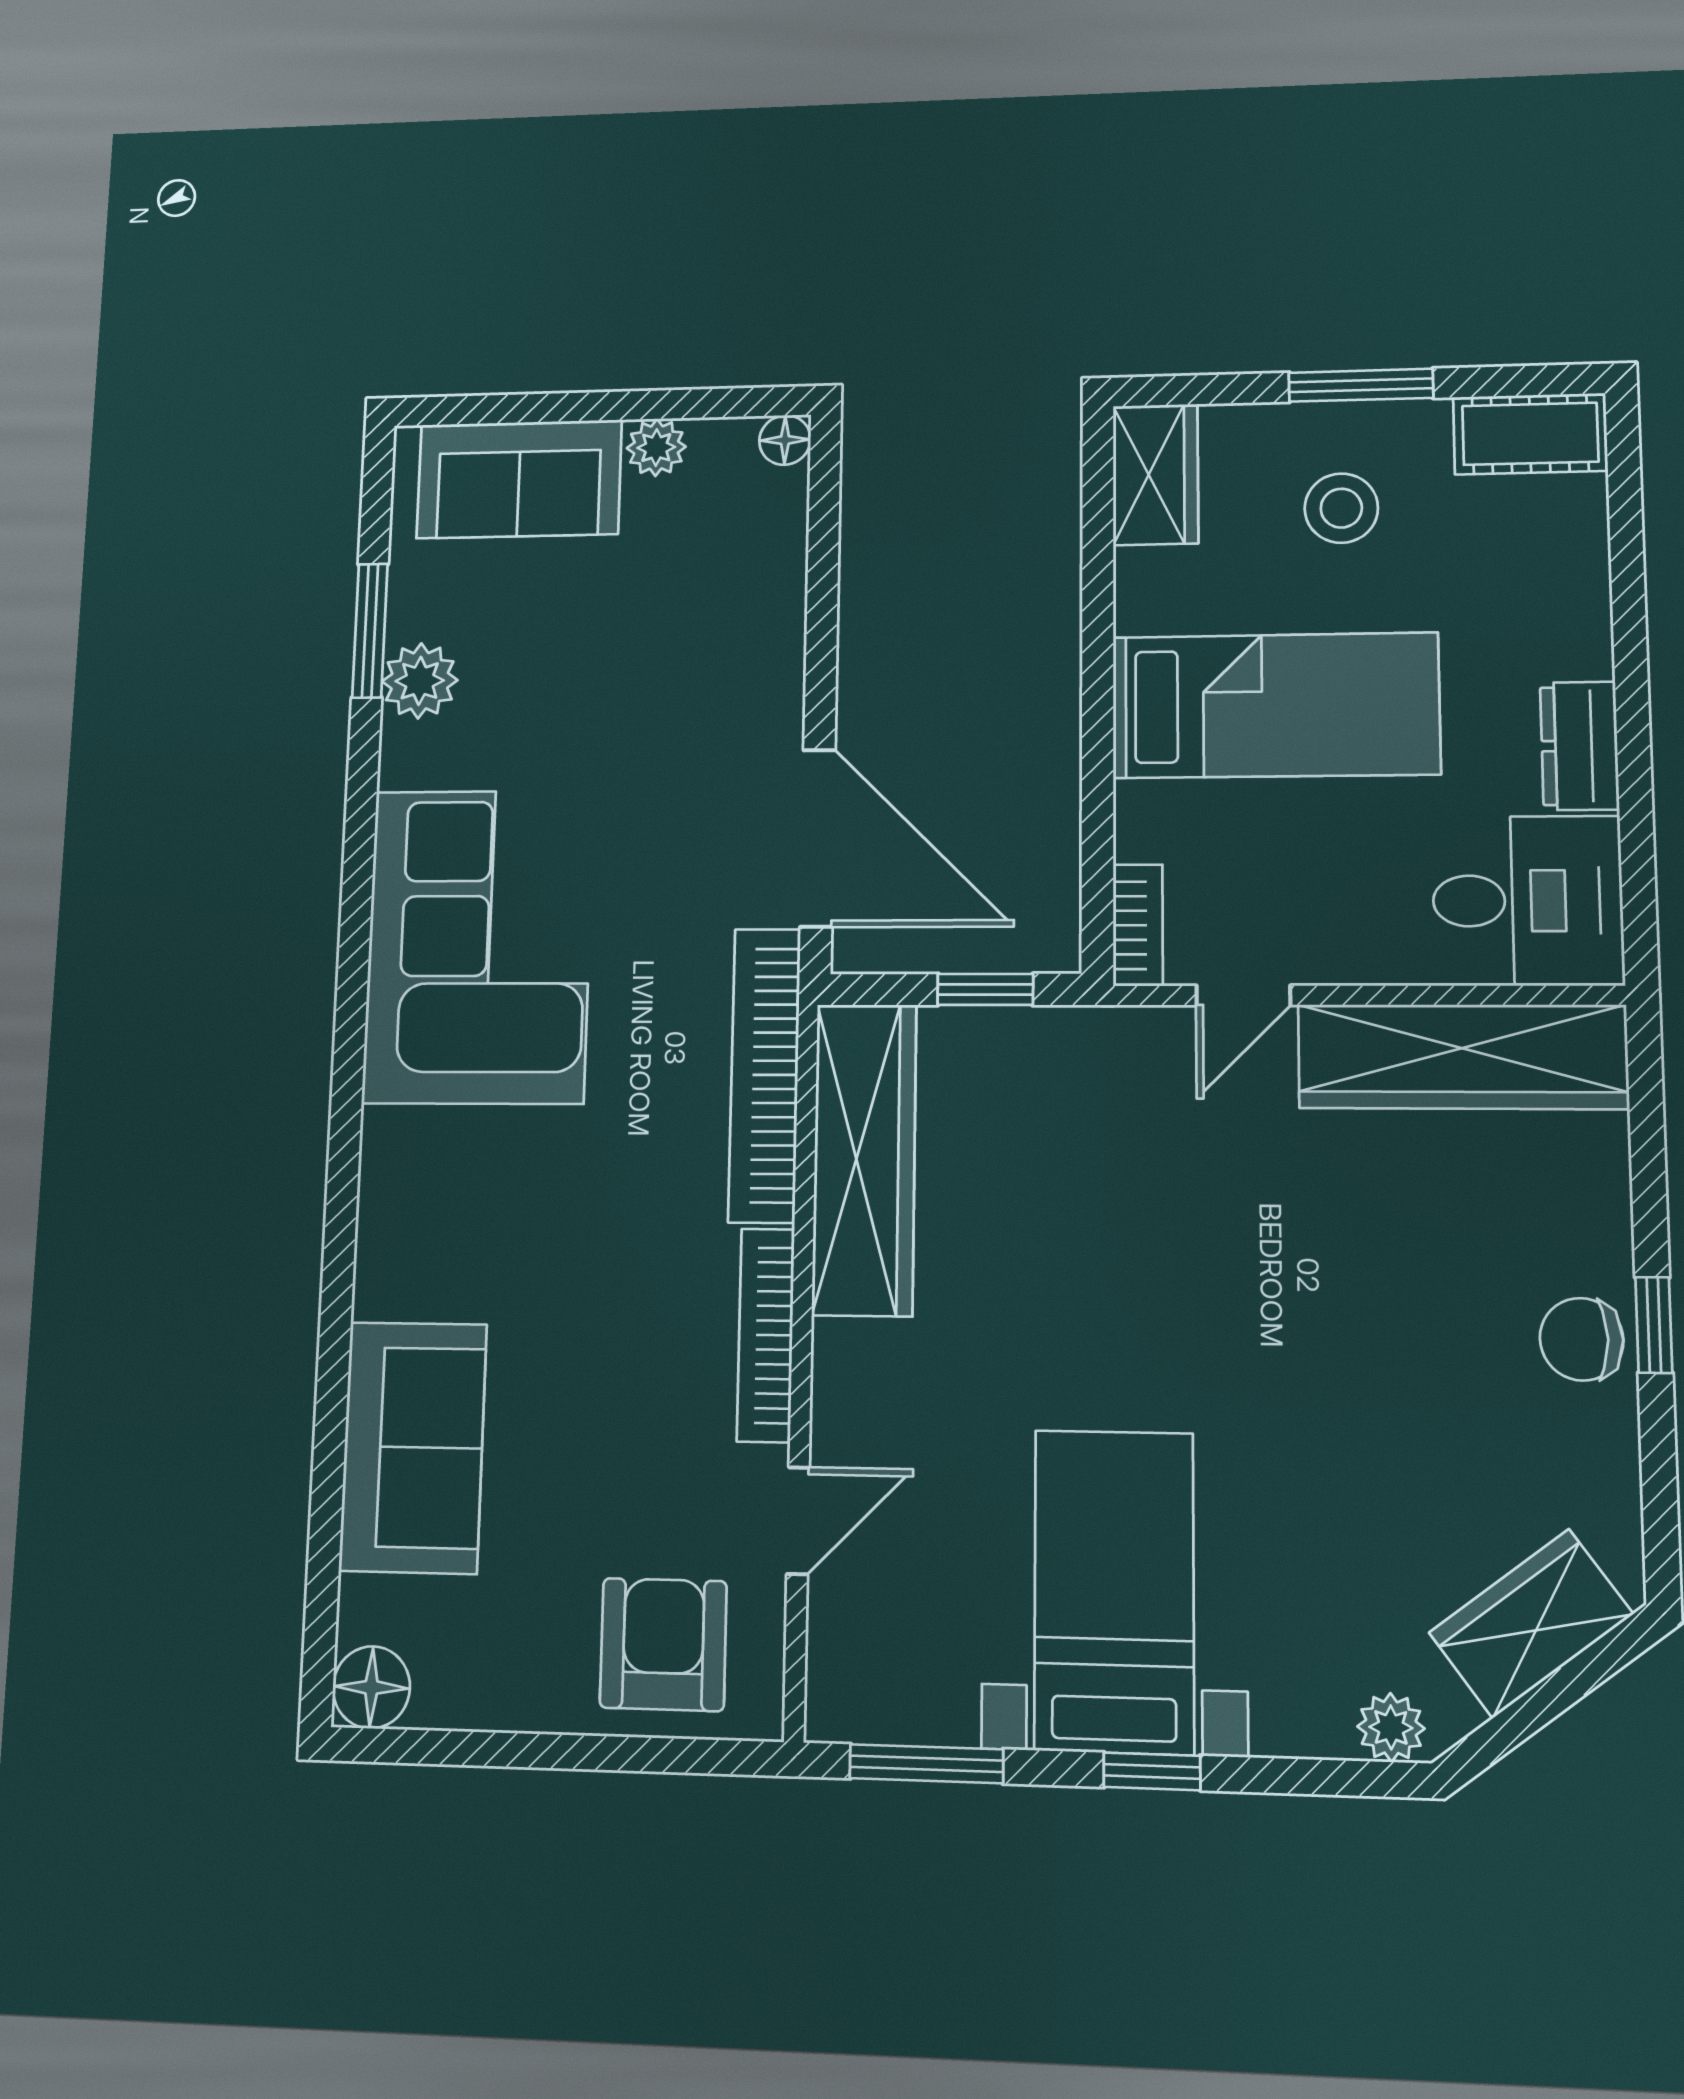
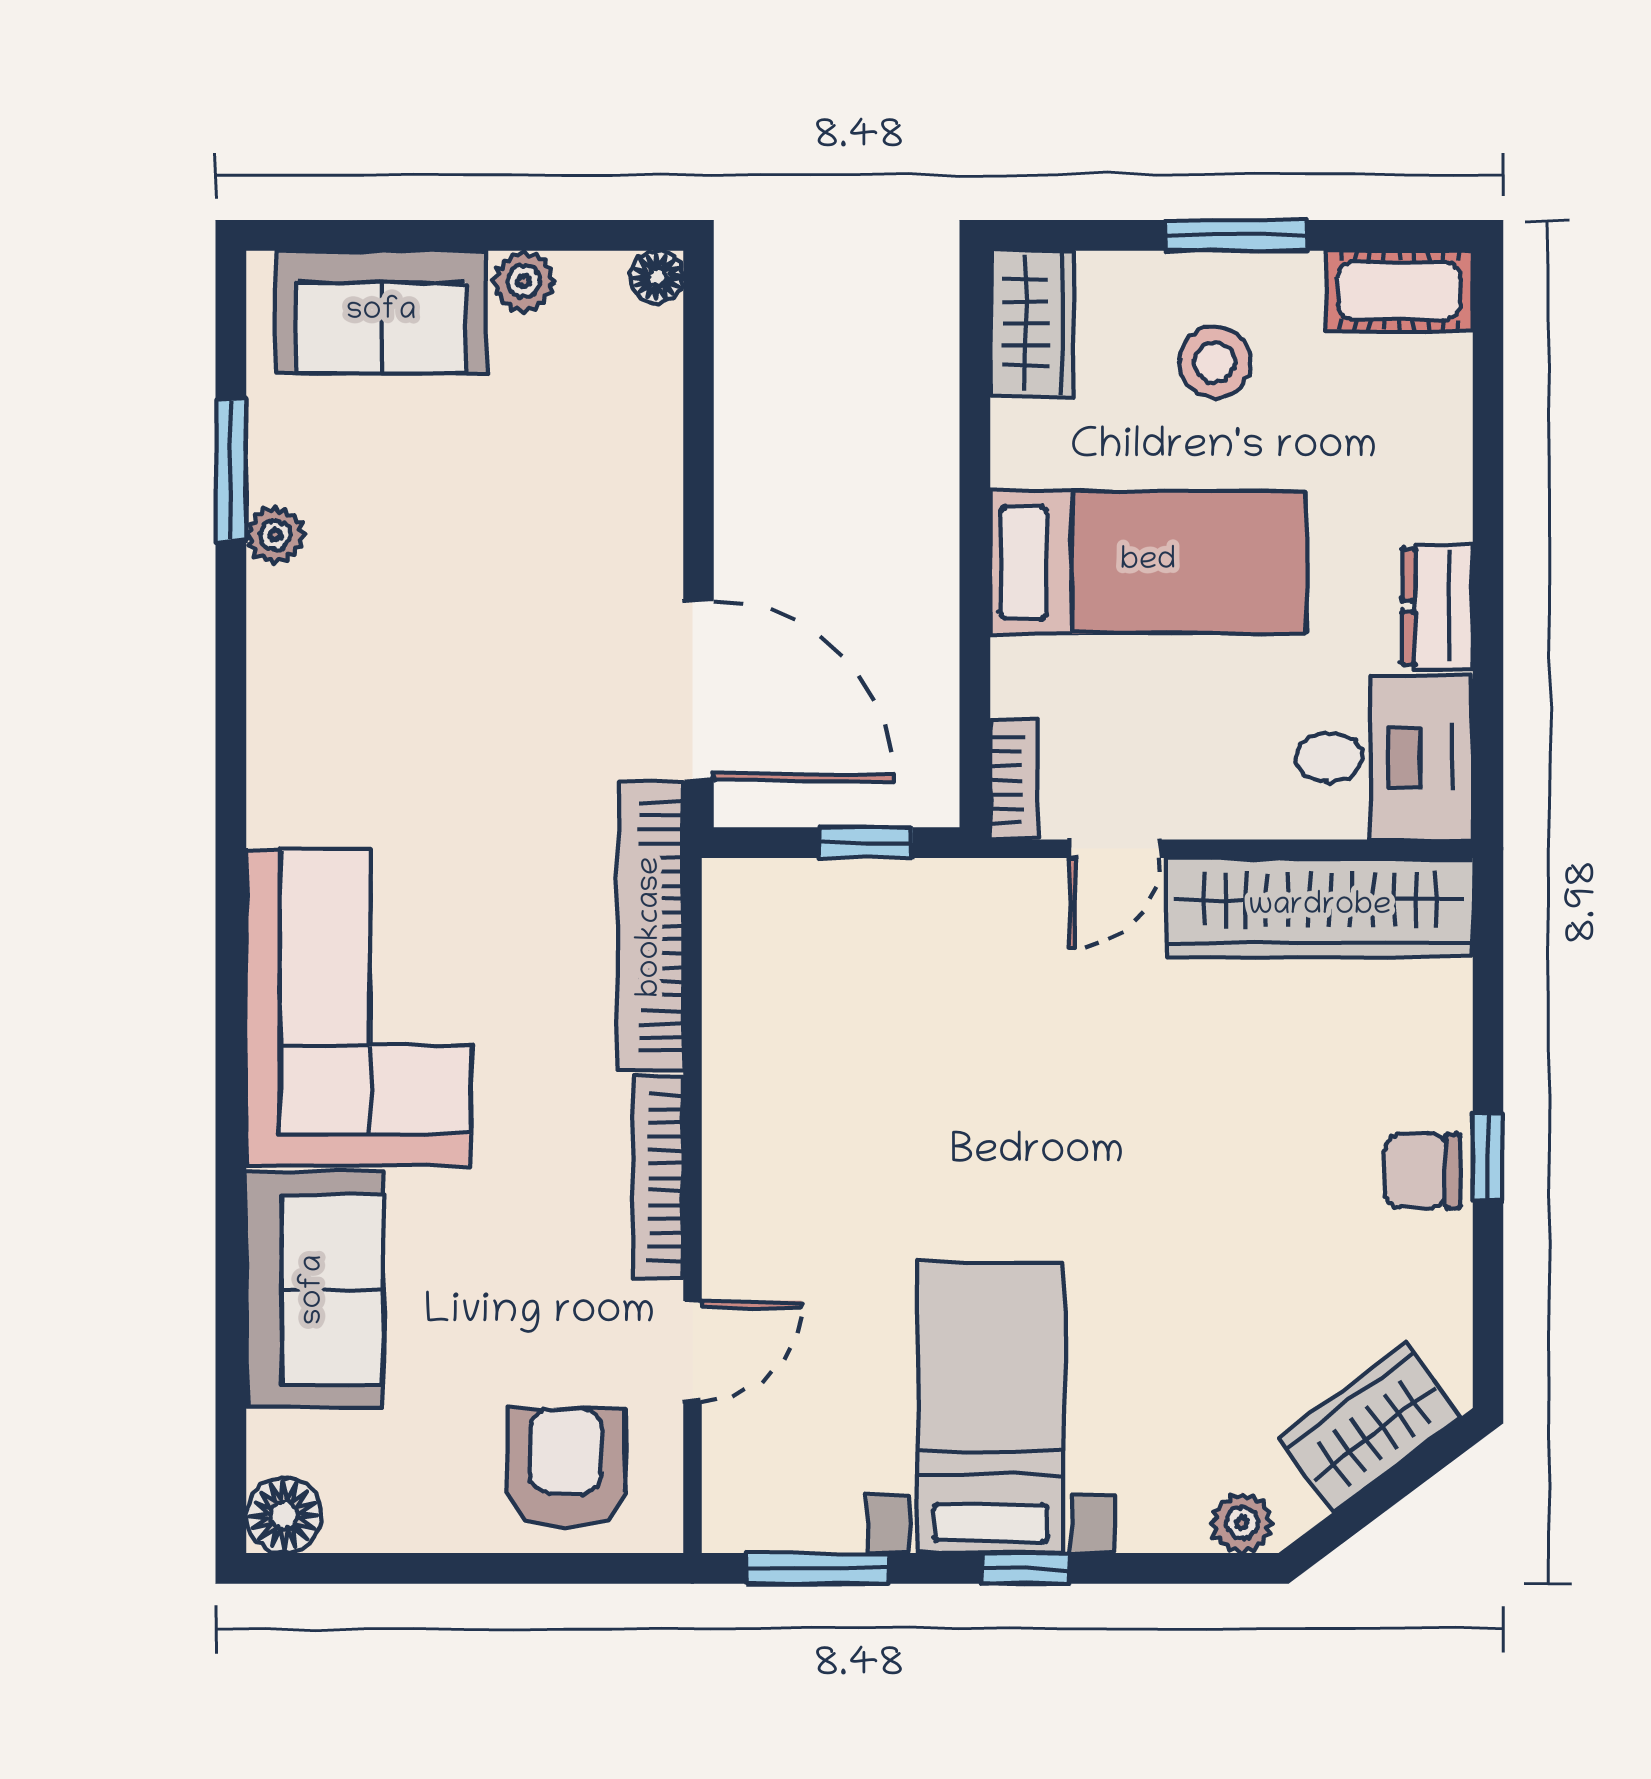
plant: (420, 681) -> (275, 535), width x0.73, depth x0.73
corner sofa: (478, 946) -> (359, 1008), moved
wardrobe: (864, 1159) -> (750, 1008), removed

